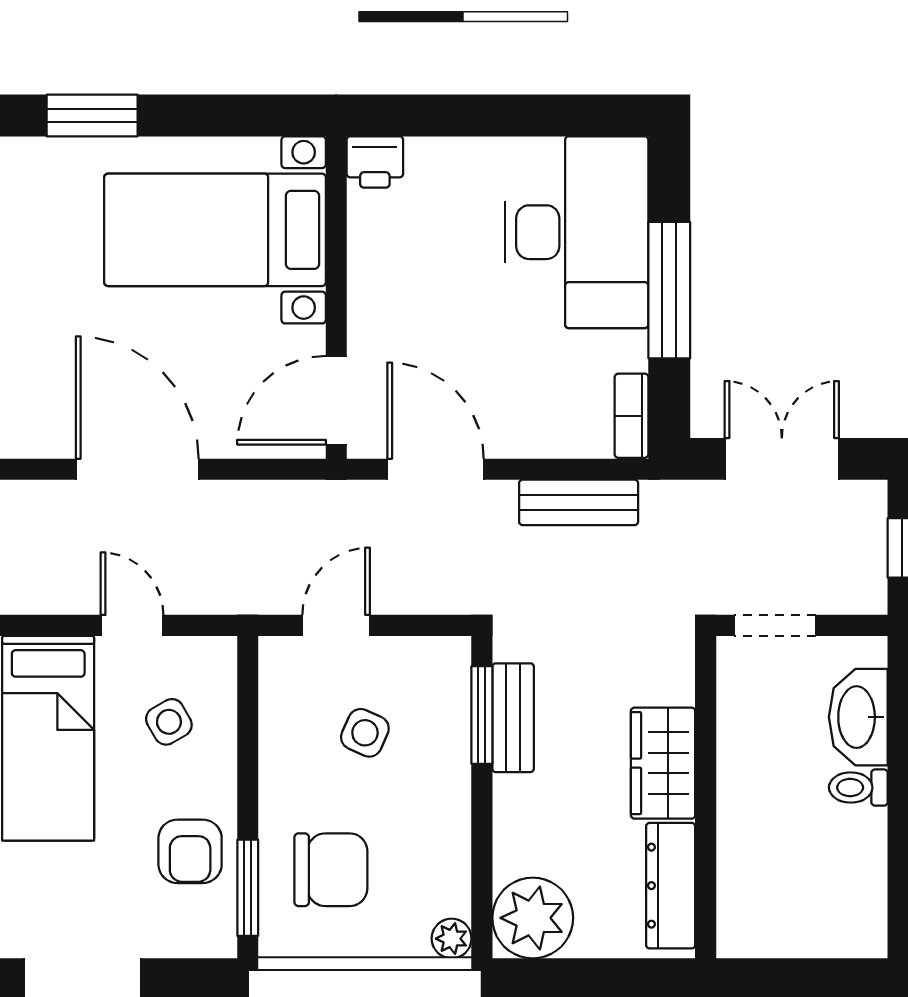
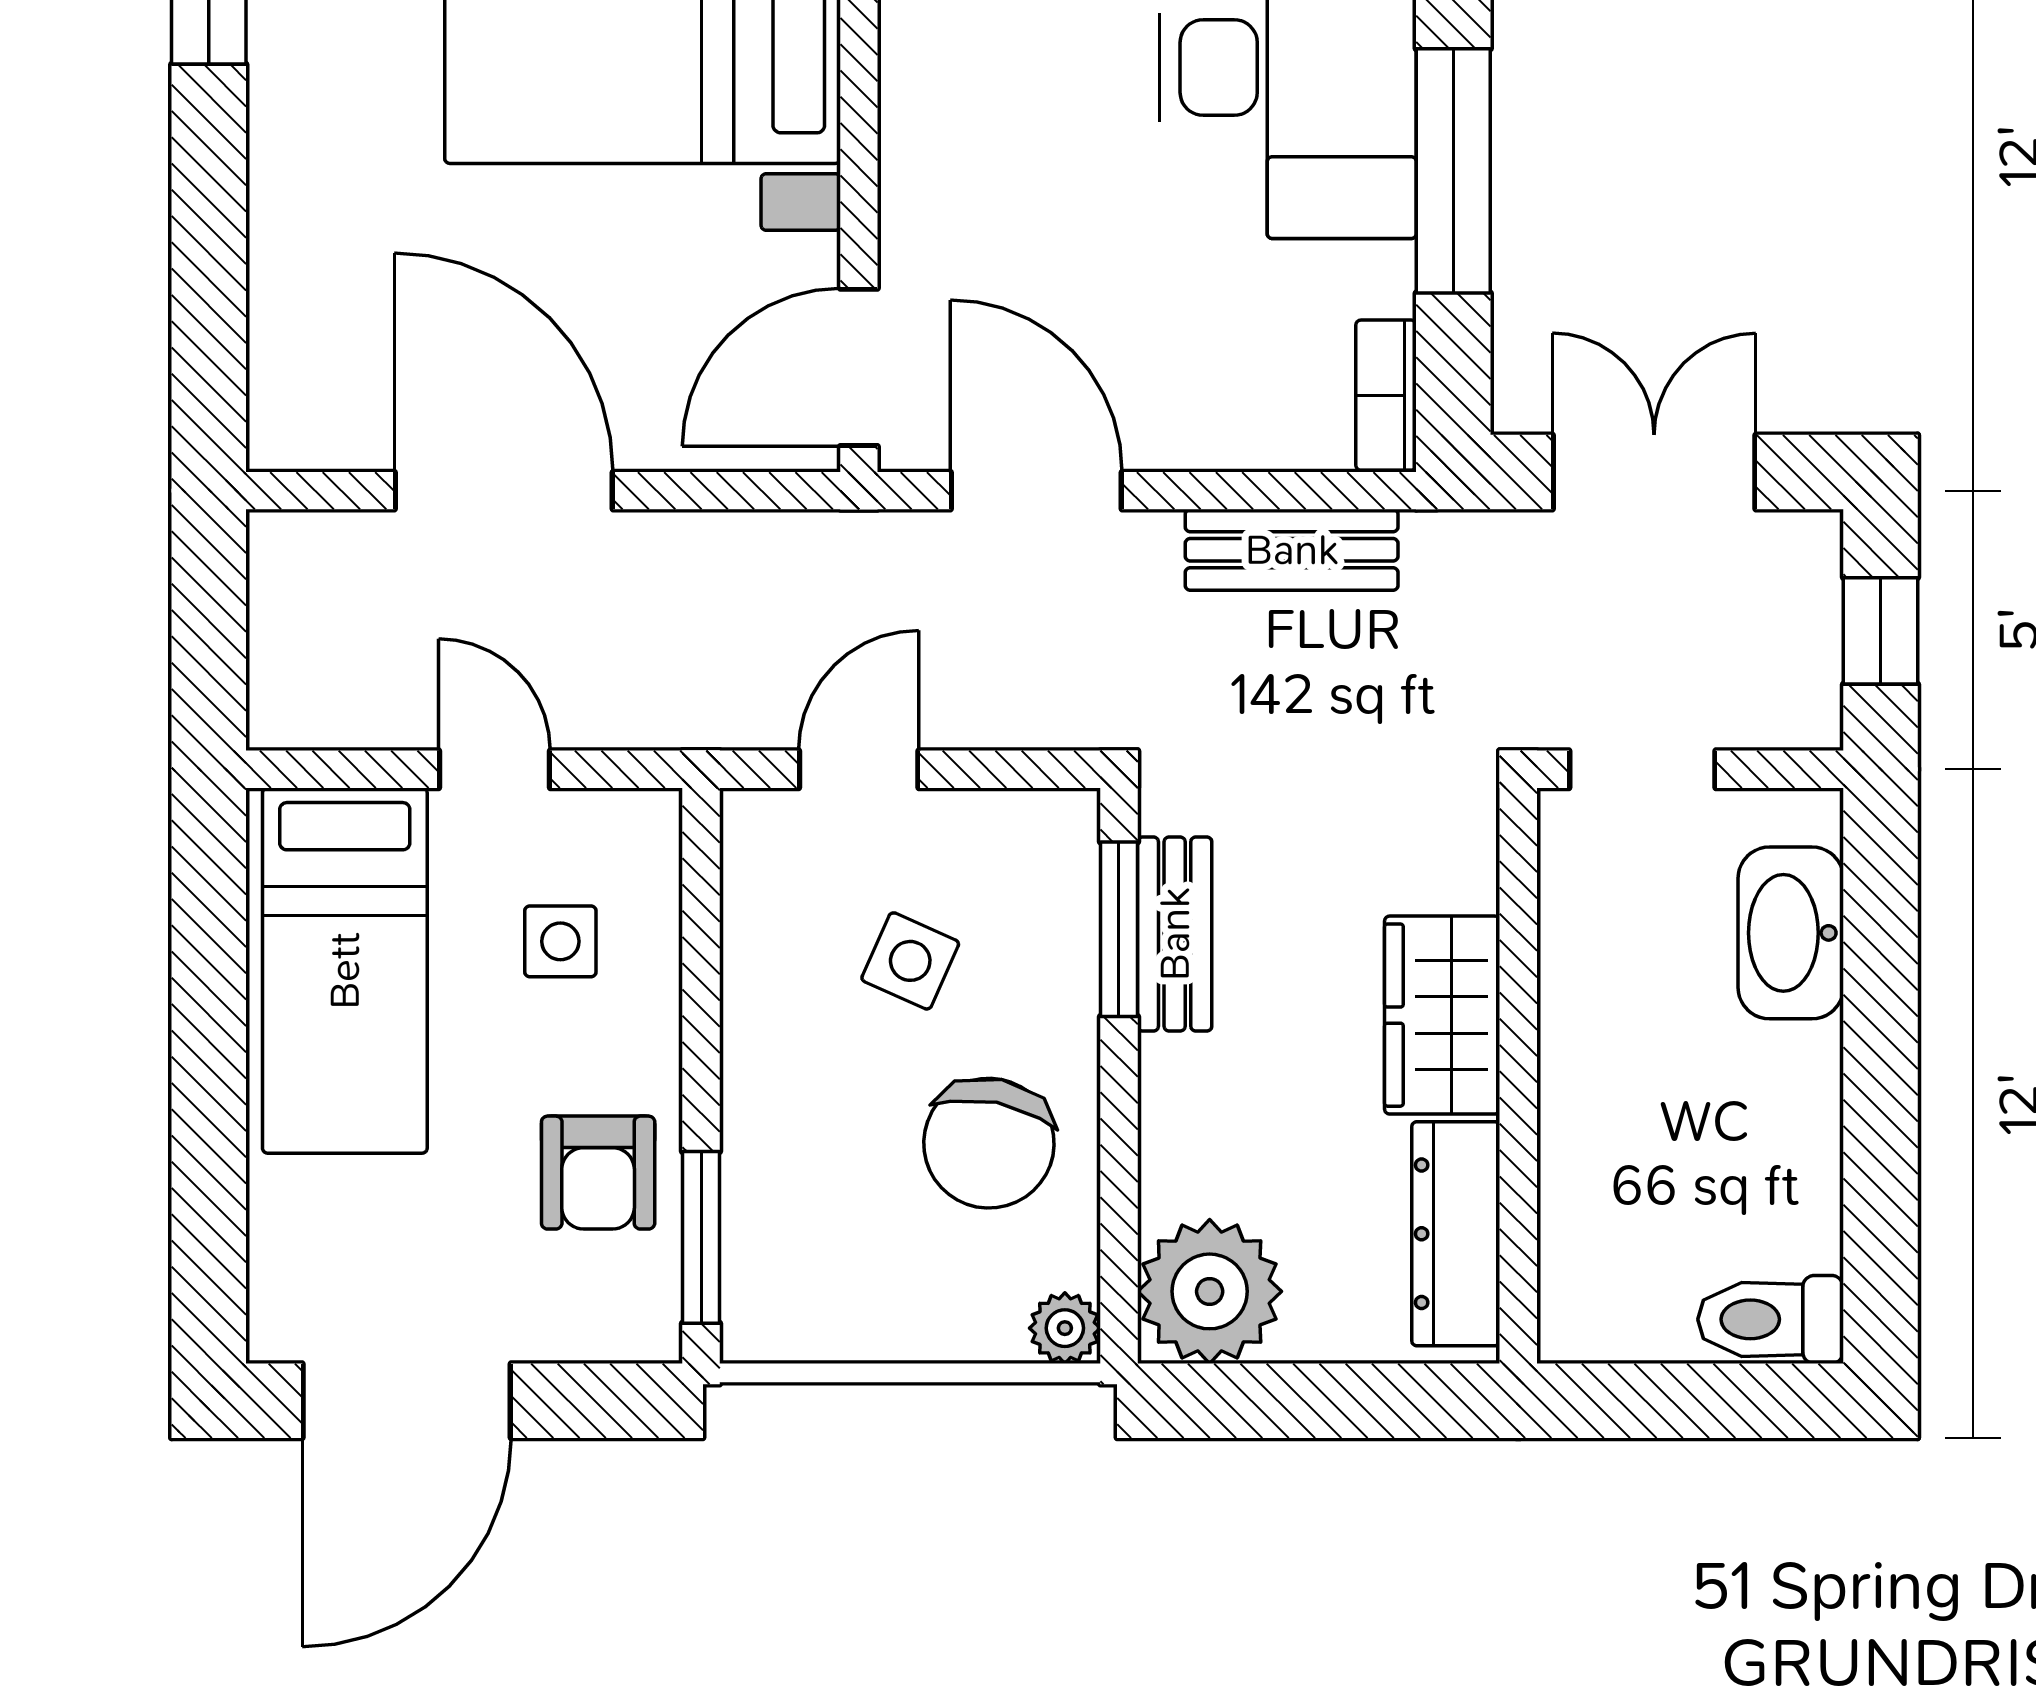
side table: (169, 722) -> (560, 941), turned 30
toilet: (858, 788) -> (1771, 1319), moved, width x1.37, depth x1.39
chair: (331, 870) -> (989, 1143), moved, turned 101

